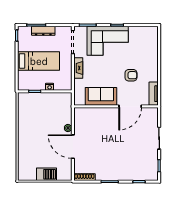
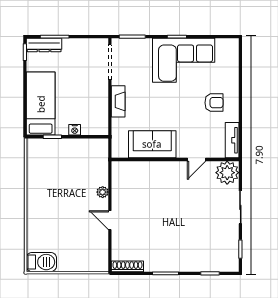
dresser: (43, 31) -> (44, 45), moved
corner sofa: (108, 41) -> (184, 60), moved
bed: (39, 61) -> (41, 104), moved, turned -90
armchair: (131, 75) -> (214, 103), moved
door: (130, 106) -> (196, 160), width x0.53
plant: (150, 115) -> (227, 173), added
door: (73, 147) -> (110, 220), width x0.53
barbecue: (47, 174) -> (41, 262), moved

